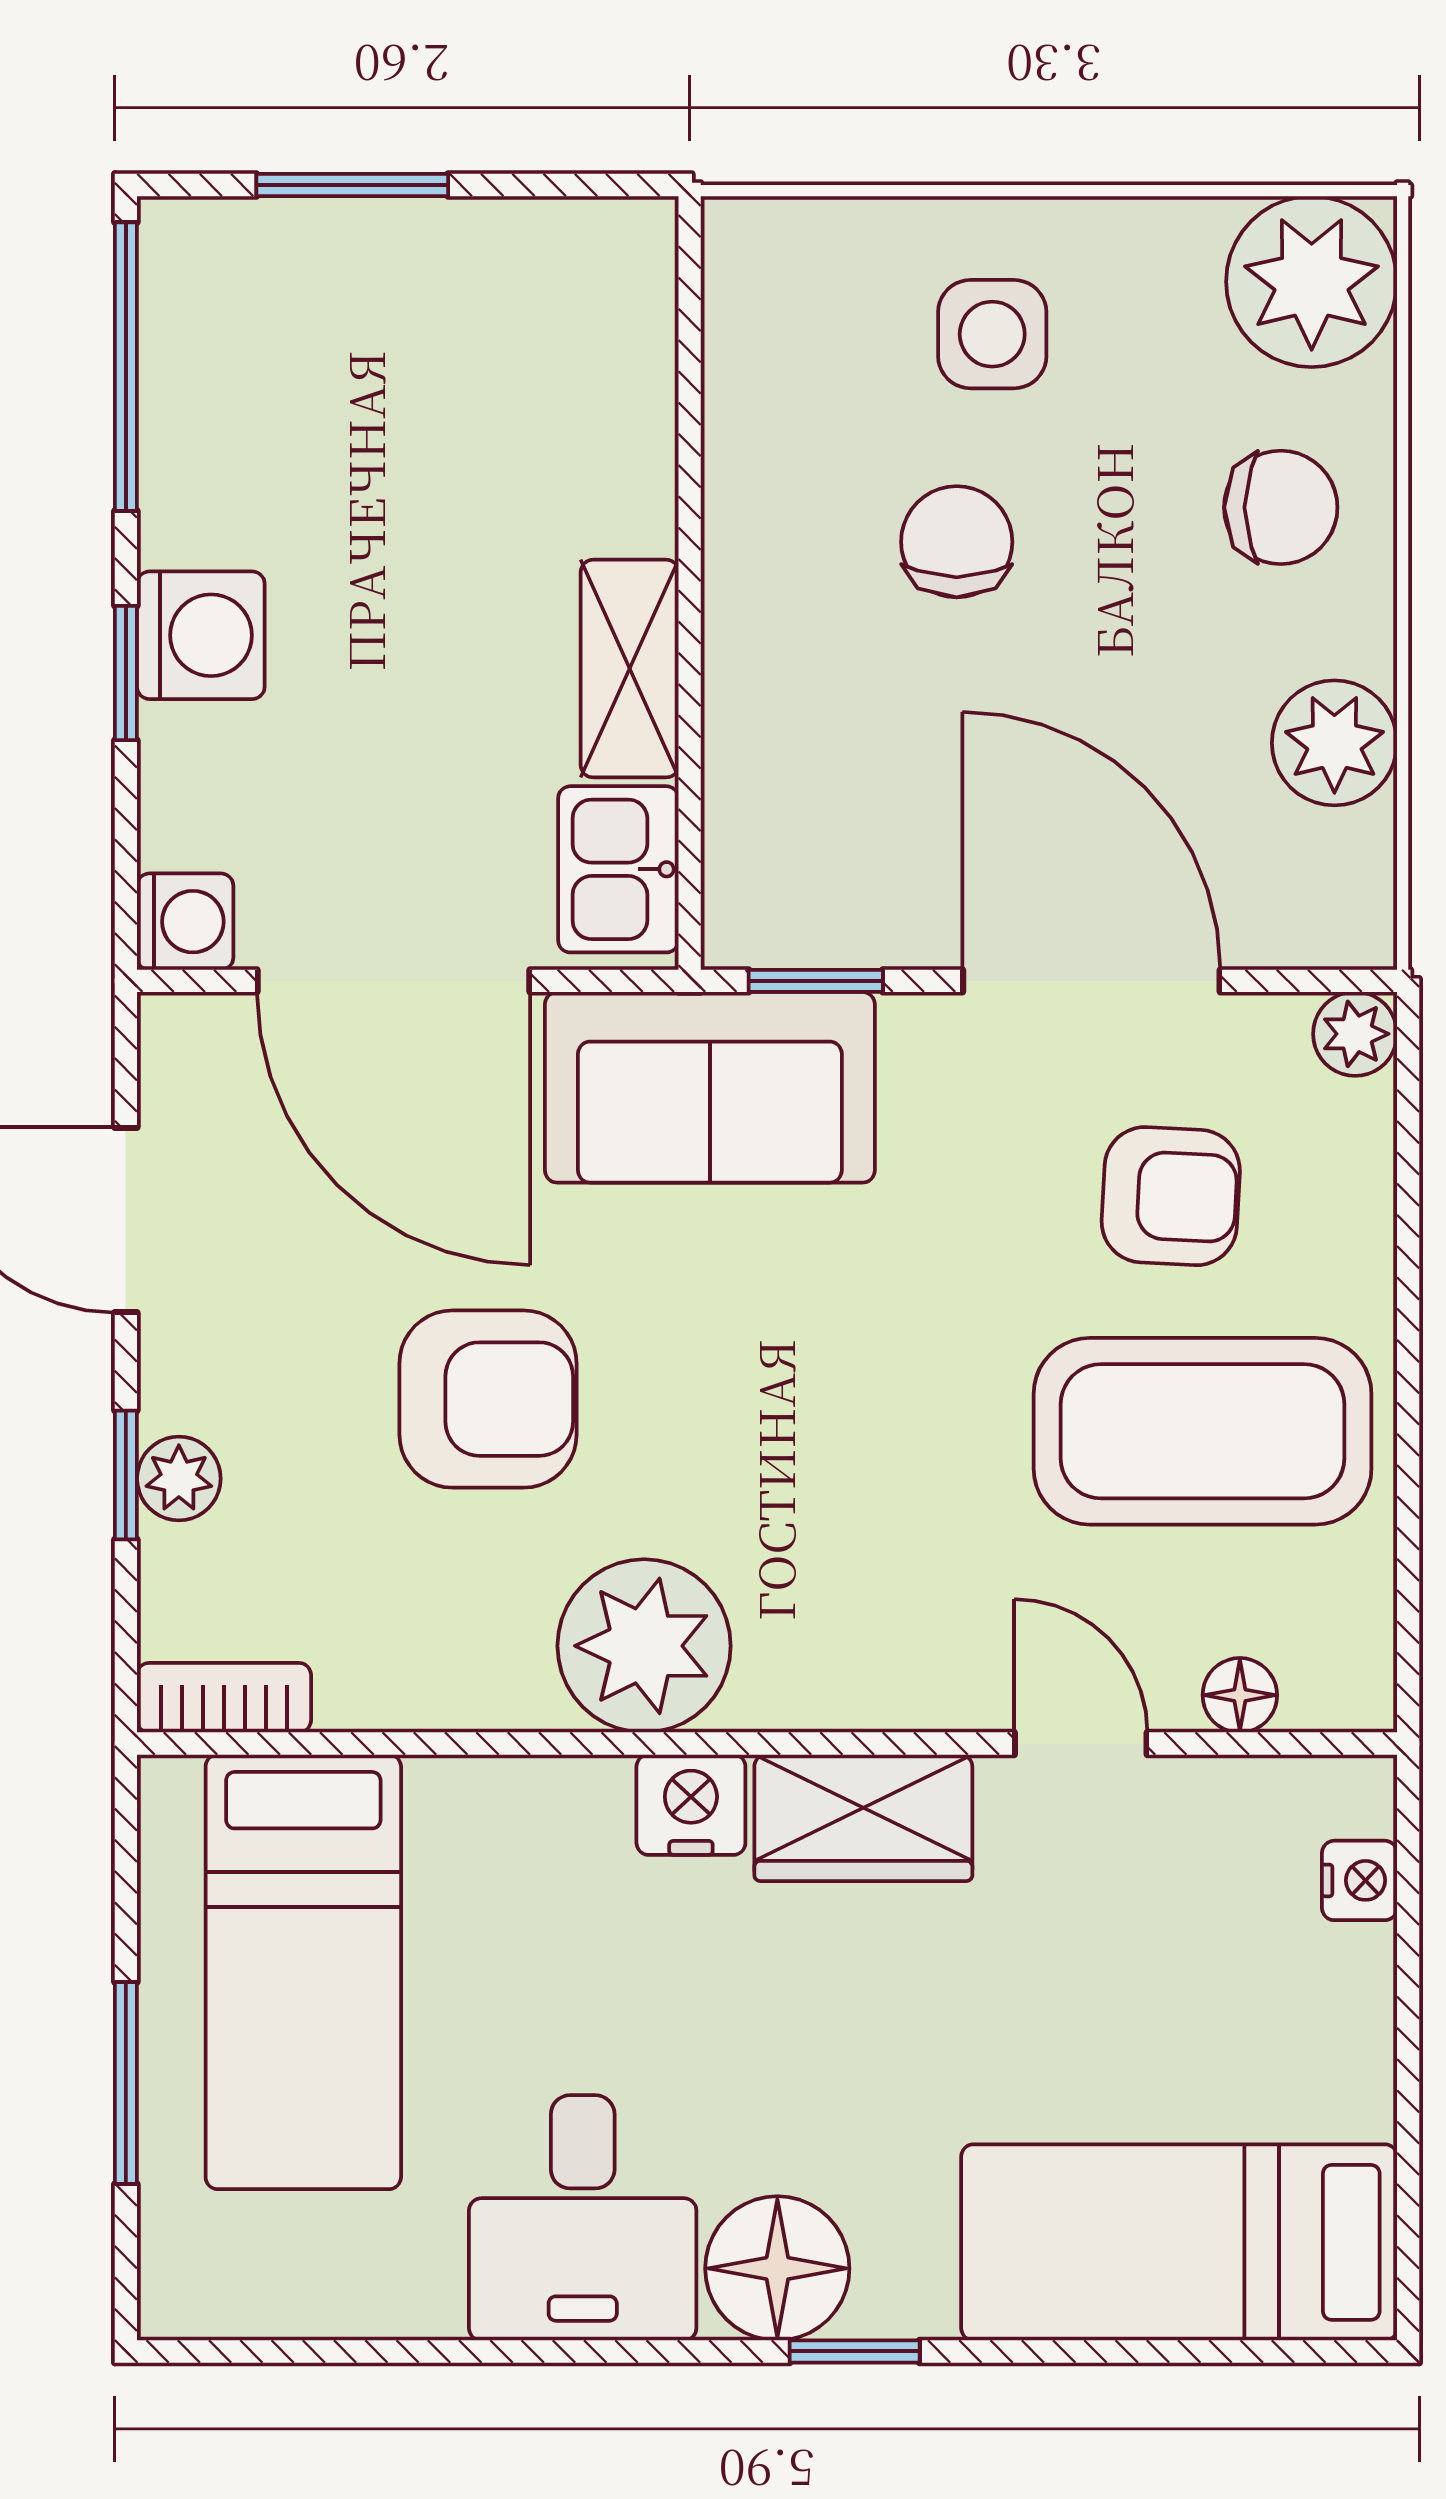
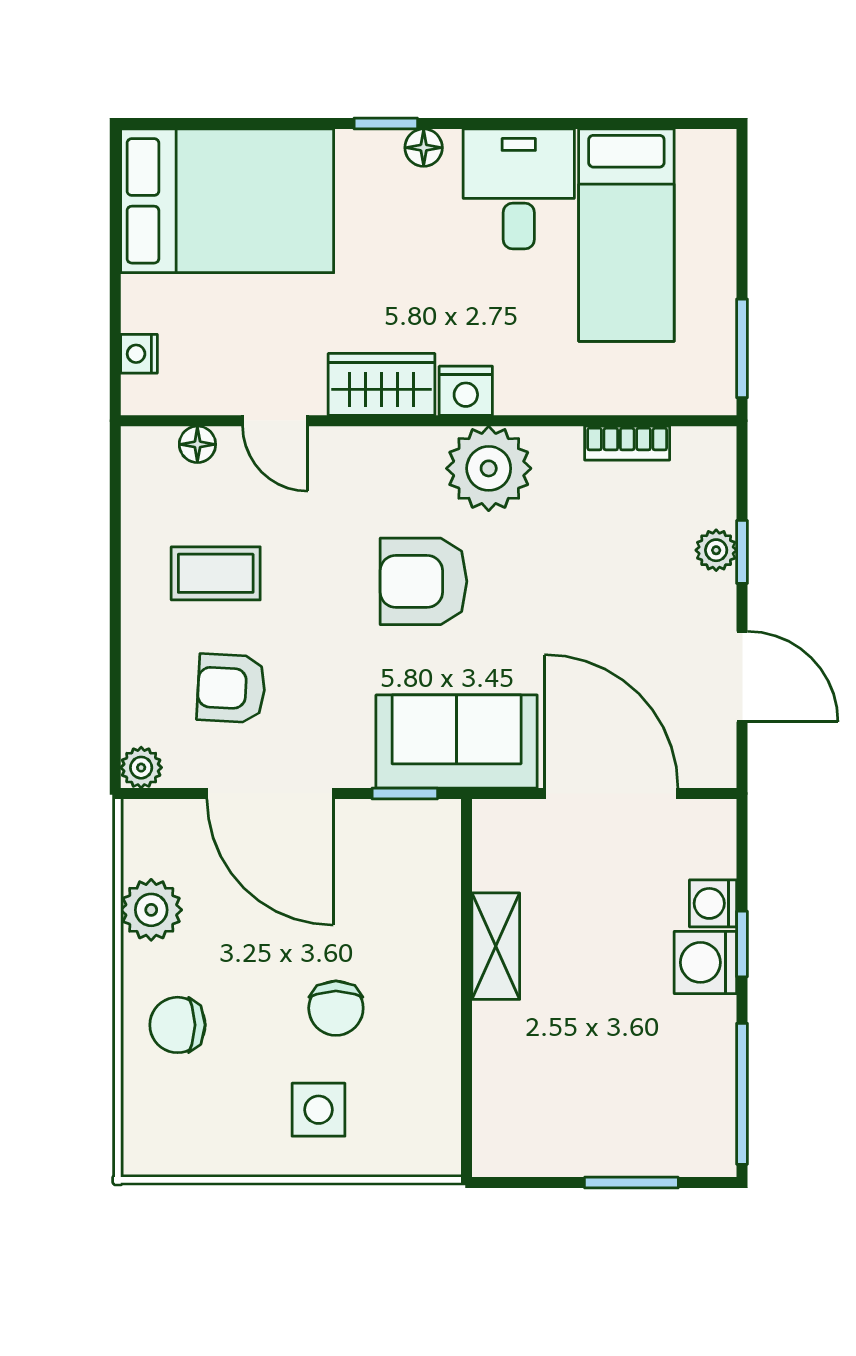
plant: (1312, 282) -> (162, 1135), removed
kitchen sink: (618, 869) -> (501, 848), removed
washing machine: (185, 922) -> (713, 903), moved
armchair: (488, 1399) -> (423, 581), moved
coffee table: (1203, 1431) -> (216, 573), width x0.54, depth x0.58
bookcase: (224, 1698) -> (627, 443), moved
bed: (303, 1972) -> (626, 235), moved, turned 180
window: (126, 2083) -> (742, 348), moved
bed: (1179, 2242) -> (227, 201), width x1.50
floor lamp: (777, 2268) -> (424, 148), width x0.53, depth x0.53

